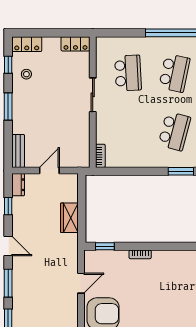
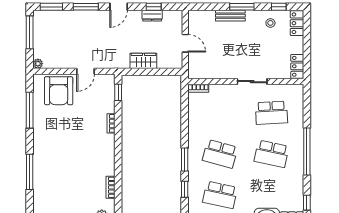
bench: (18, 151) -> (230, 16), moved
dresser: (18, 185) -> (152, 16), moved
door: (81, 283) -> (86, 71), hinge flipped

